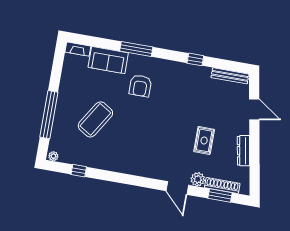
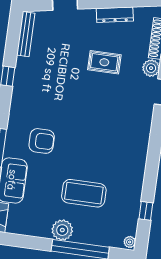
plant: (65, 100) -> (62, 230), added
coffee table: (95, 119) -> (84, 193), turned -32

